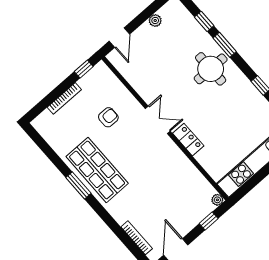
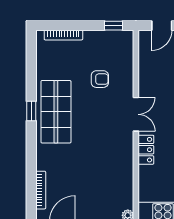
bookcase: (64, 98) -> (63, 35), moved
window: (78, 185) -> (31, 111), width x0.67

